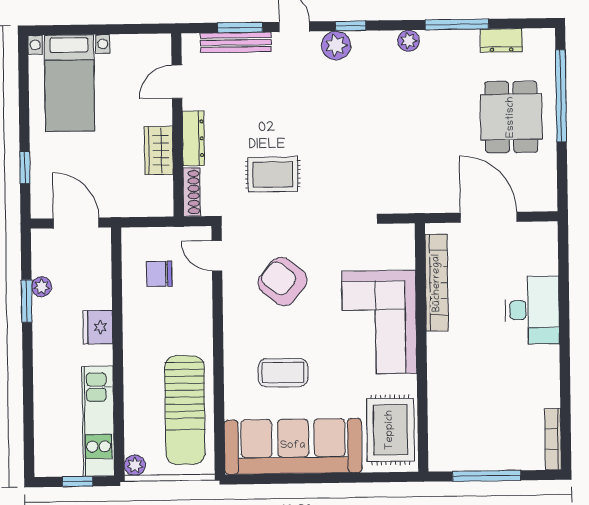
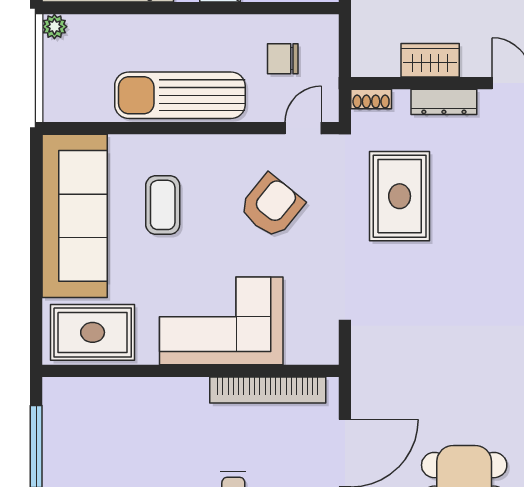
rug: (273, 174) -> (400, 196), width x1.36, depth x1.43
shoe rack: (192, 192) -> (371, 99), width x0.70
chair: (159, 274) -> (283, 59), turned -90
sun lounger: (185, 410) -> (180, 95), moved

